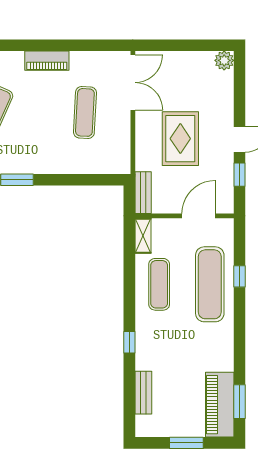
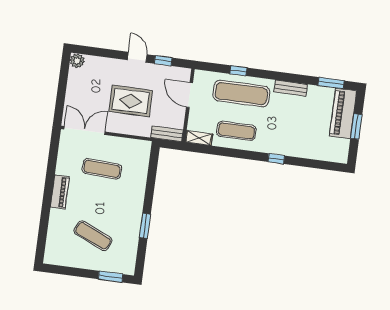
bench: (143, 393) -> (291, 88), moved
piano: (220, 405) -> (343, 113), moved, turned 90

